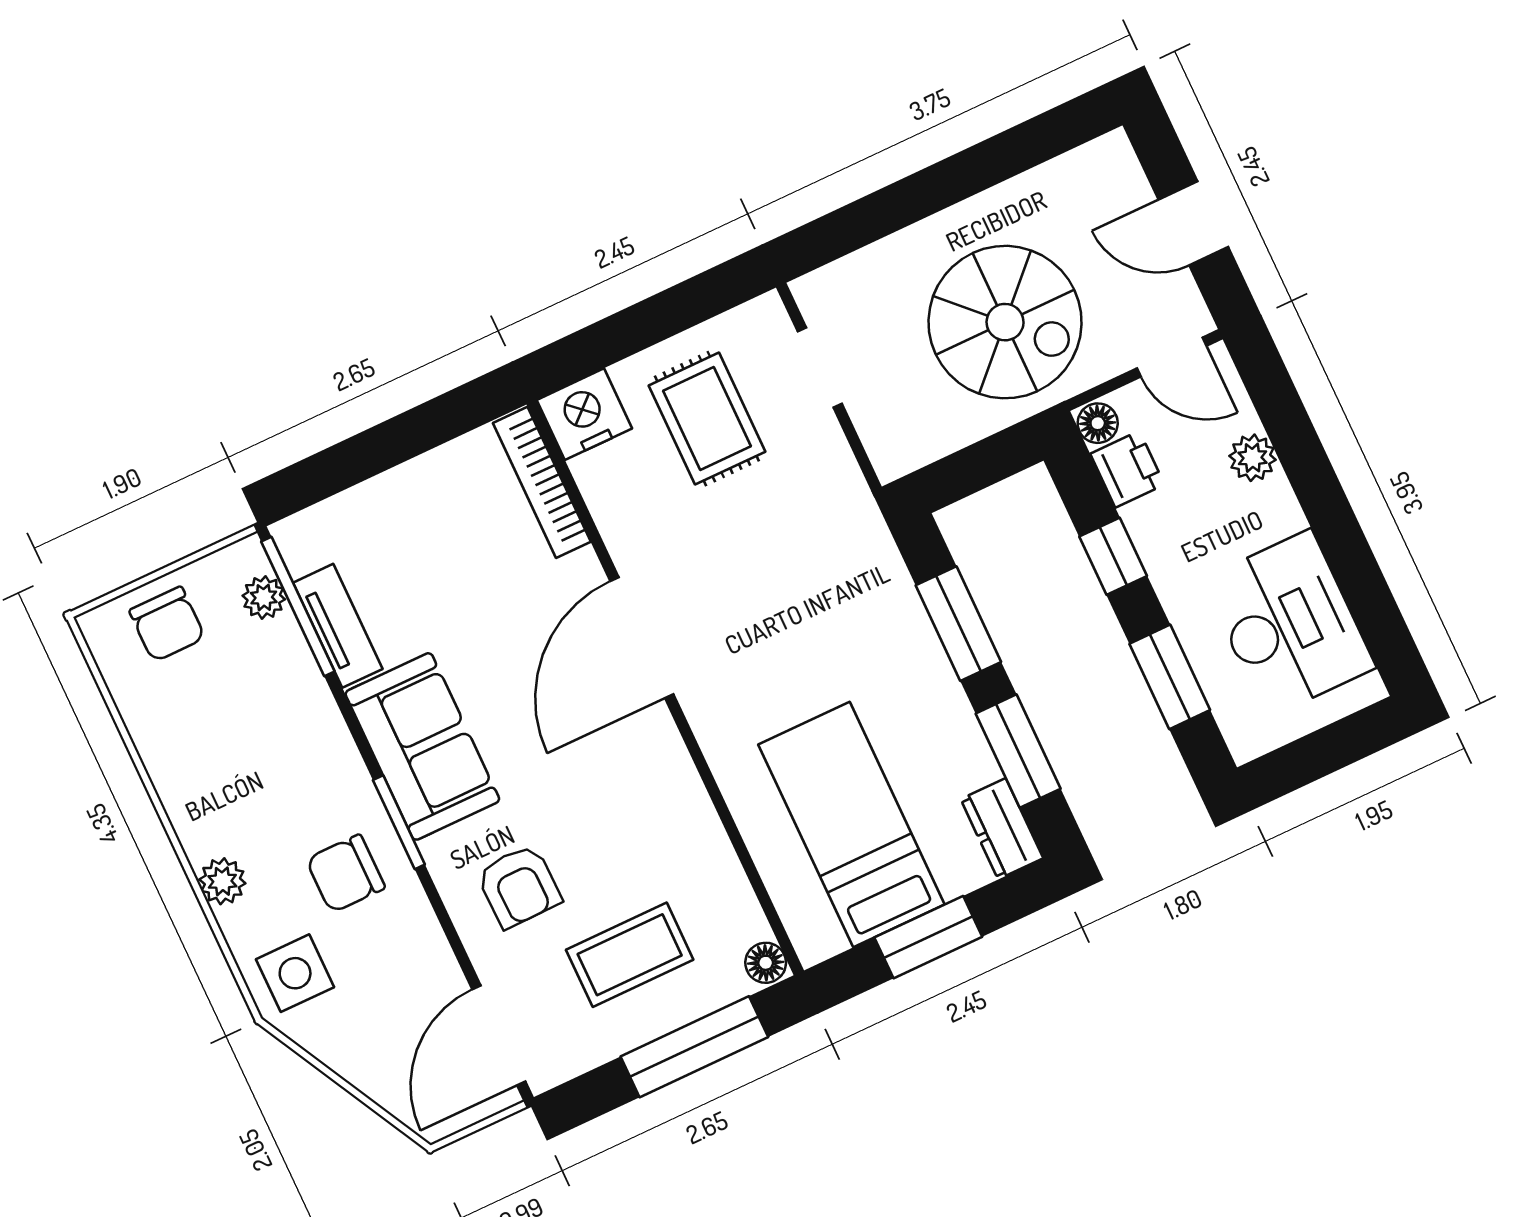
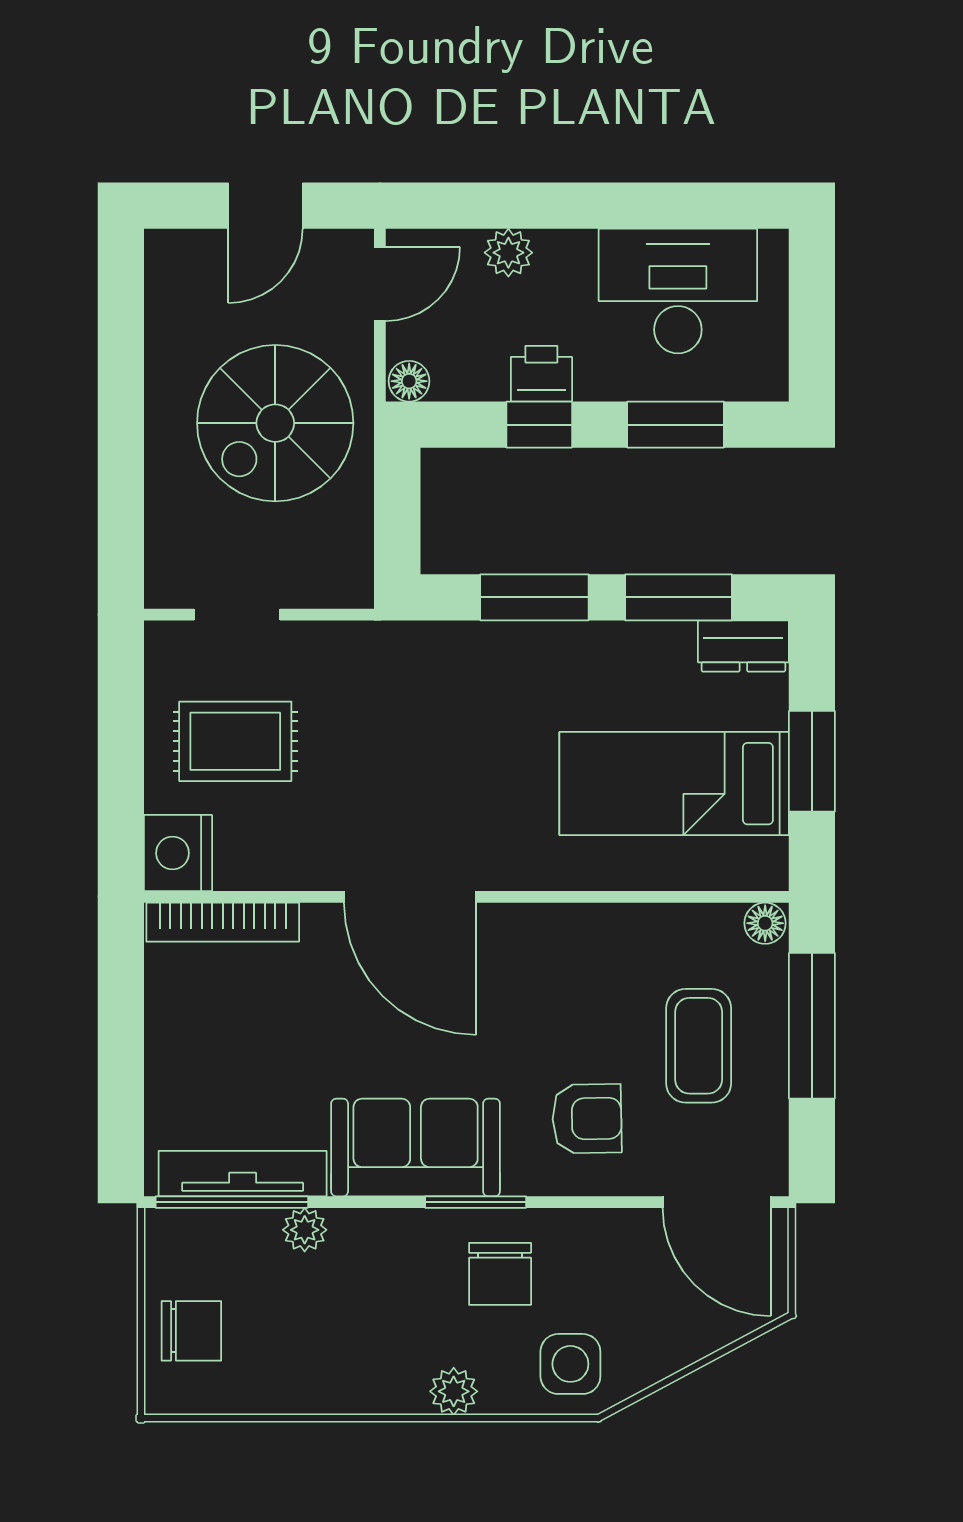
spiral stairs: (1005, 322) -> (275, 423), turned 180
printer: (1127, 469) -> (541, 374), moved
plant: (264, 597) -> (305, 1230), moved
tv unit: (338, 626) -> (243, 1174), width x1.41

